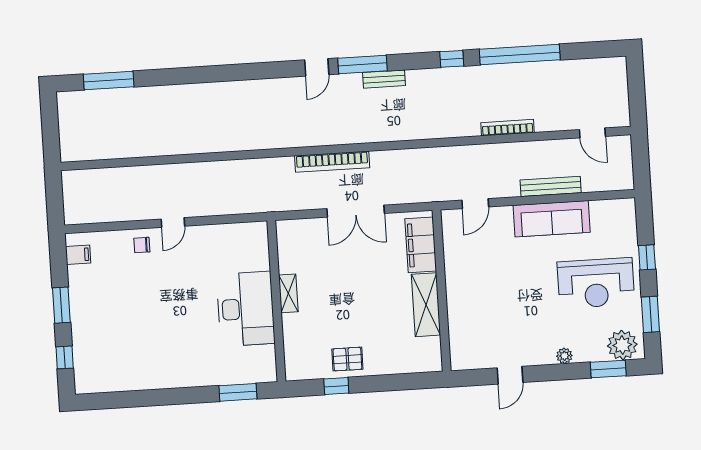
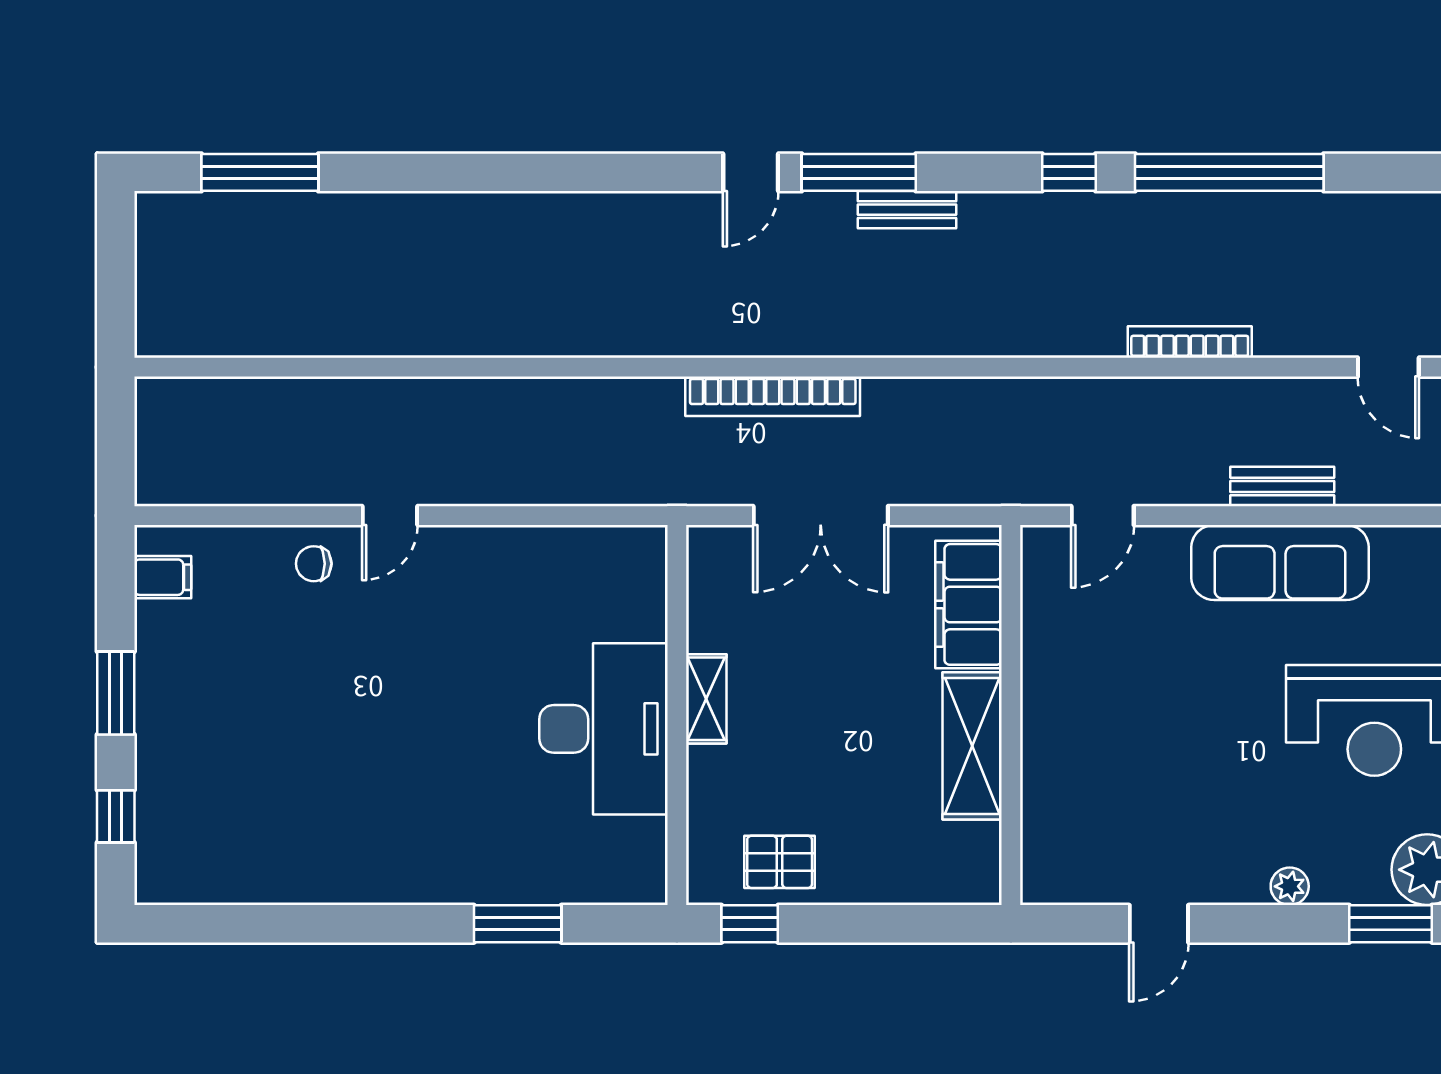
bench: (551, 186) -> (1282, 486), width x0.73
shelving: (288, 293) -> (706, 699), moved
wall: (276, 301) -> (677, 715), moved
desk: (246, 309) -> (604, 729), moved

